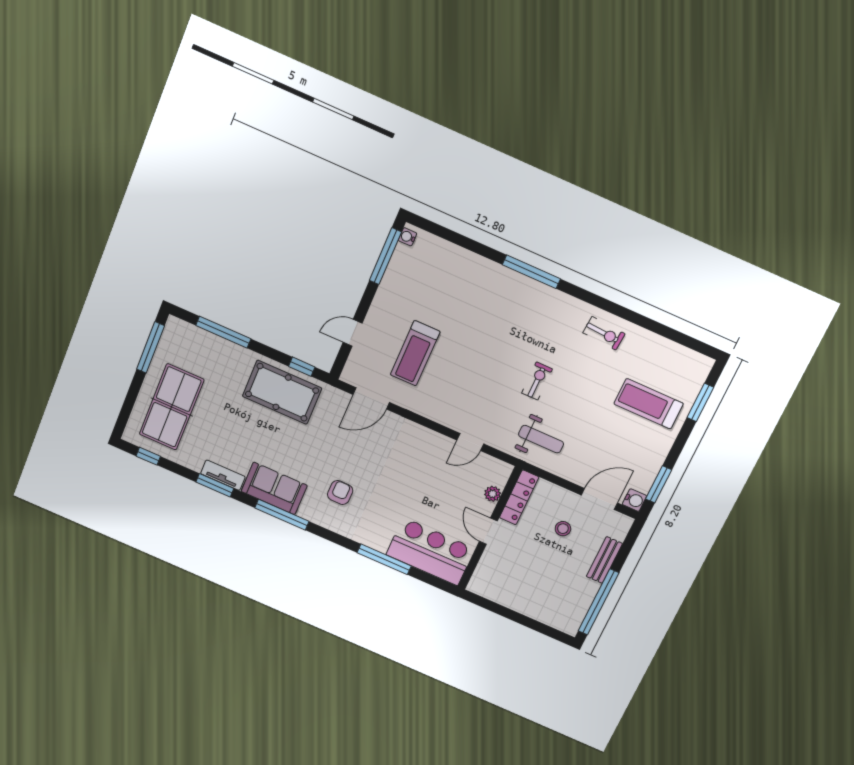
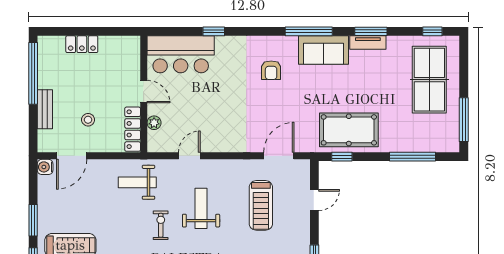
treadmill: (415, 353) -> (261, 205), turned 180
weight bench: (483, 379) -> (201, 208), added
exercise bike: (537, 381) -> (161, 225), turned 180
window: (659, 484) -> (33, 220), moved
window: (384, 559) -> (214, 31), width x0.46
locker: (532, 608) -> (82, 44), added

